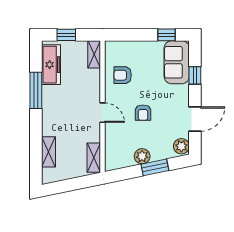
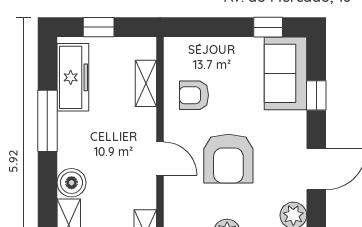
shelving: (94, 54) -> (146, 83), moved
armchair: (143, 113) -> (228, 159), width x1.88, depth x1.88
boiler: (50, 127) -> (72, 183), added

